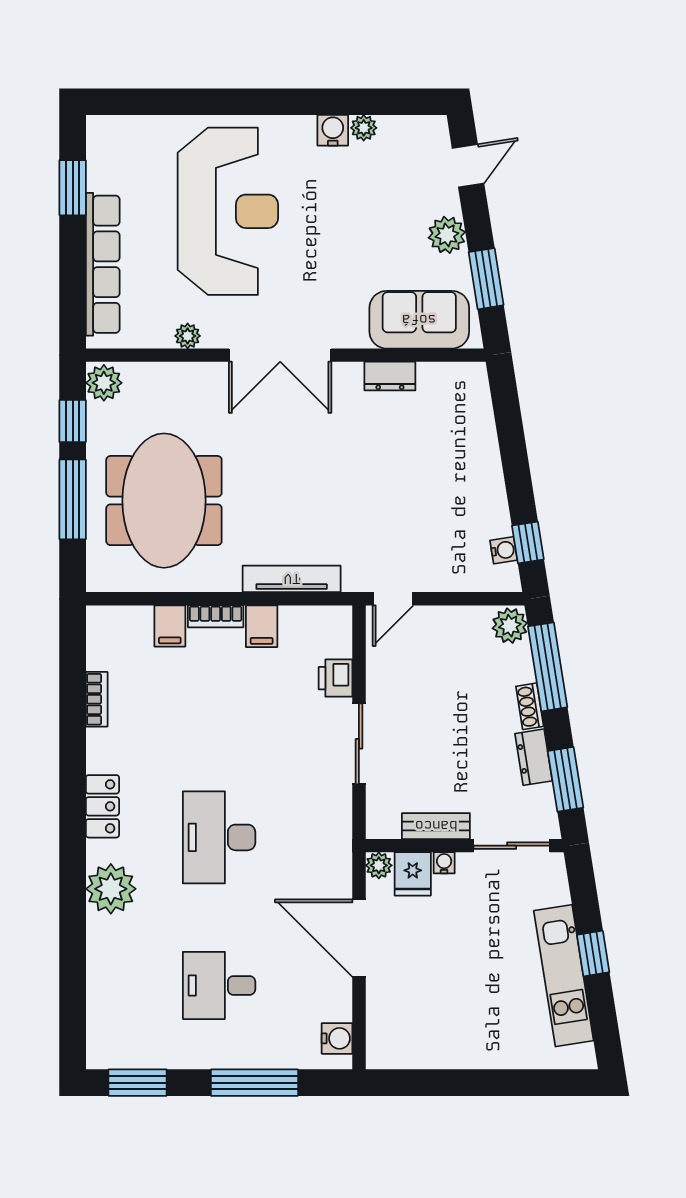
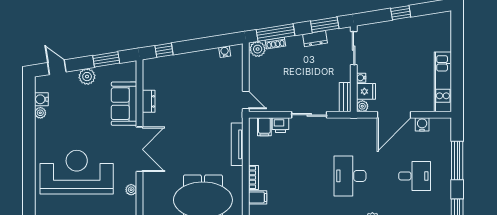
water cooler: (333, 130) -> (41, 99), moved
sofa: (419, 320) -> (124, 104), moved
window: (528, 542) -> (164, 50), moved
filing cabinet: (262, 626) -> (264, 127), moved, turned 90
shoe rack: (530, 706) -> (275, 43), moved
bench: (436, 826) -> (345, 97), moved
desk: (219, 837) -> (350, 176), turned 90
kitchen unit: (564, 976) -> (443, 82), moved, turned 99
desk: (219, 985) -> (415, 176), turned -90
water cooler: (337, 1038) -> (422, 124), moved

